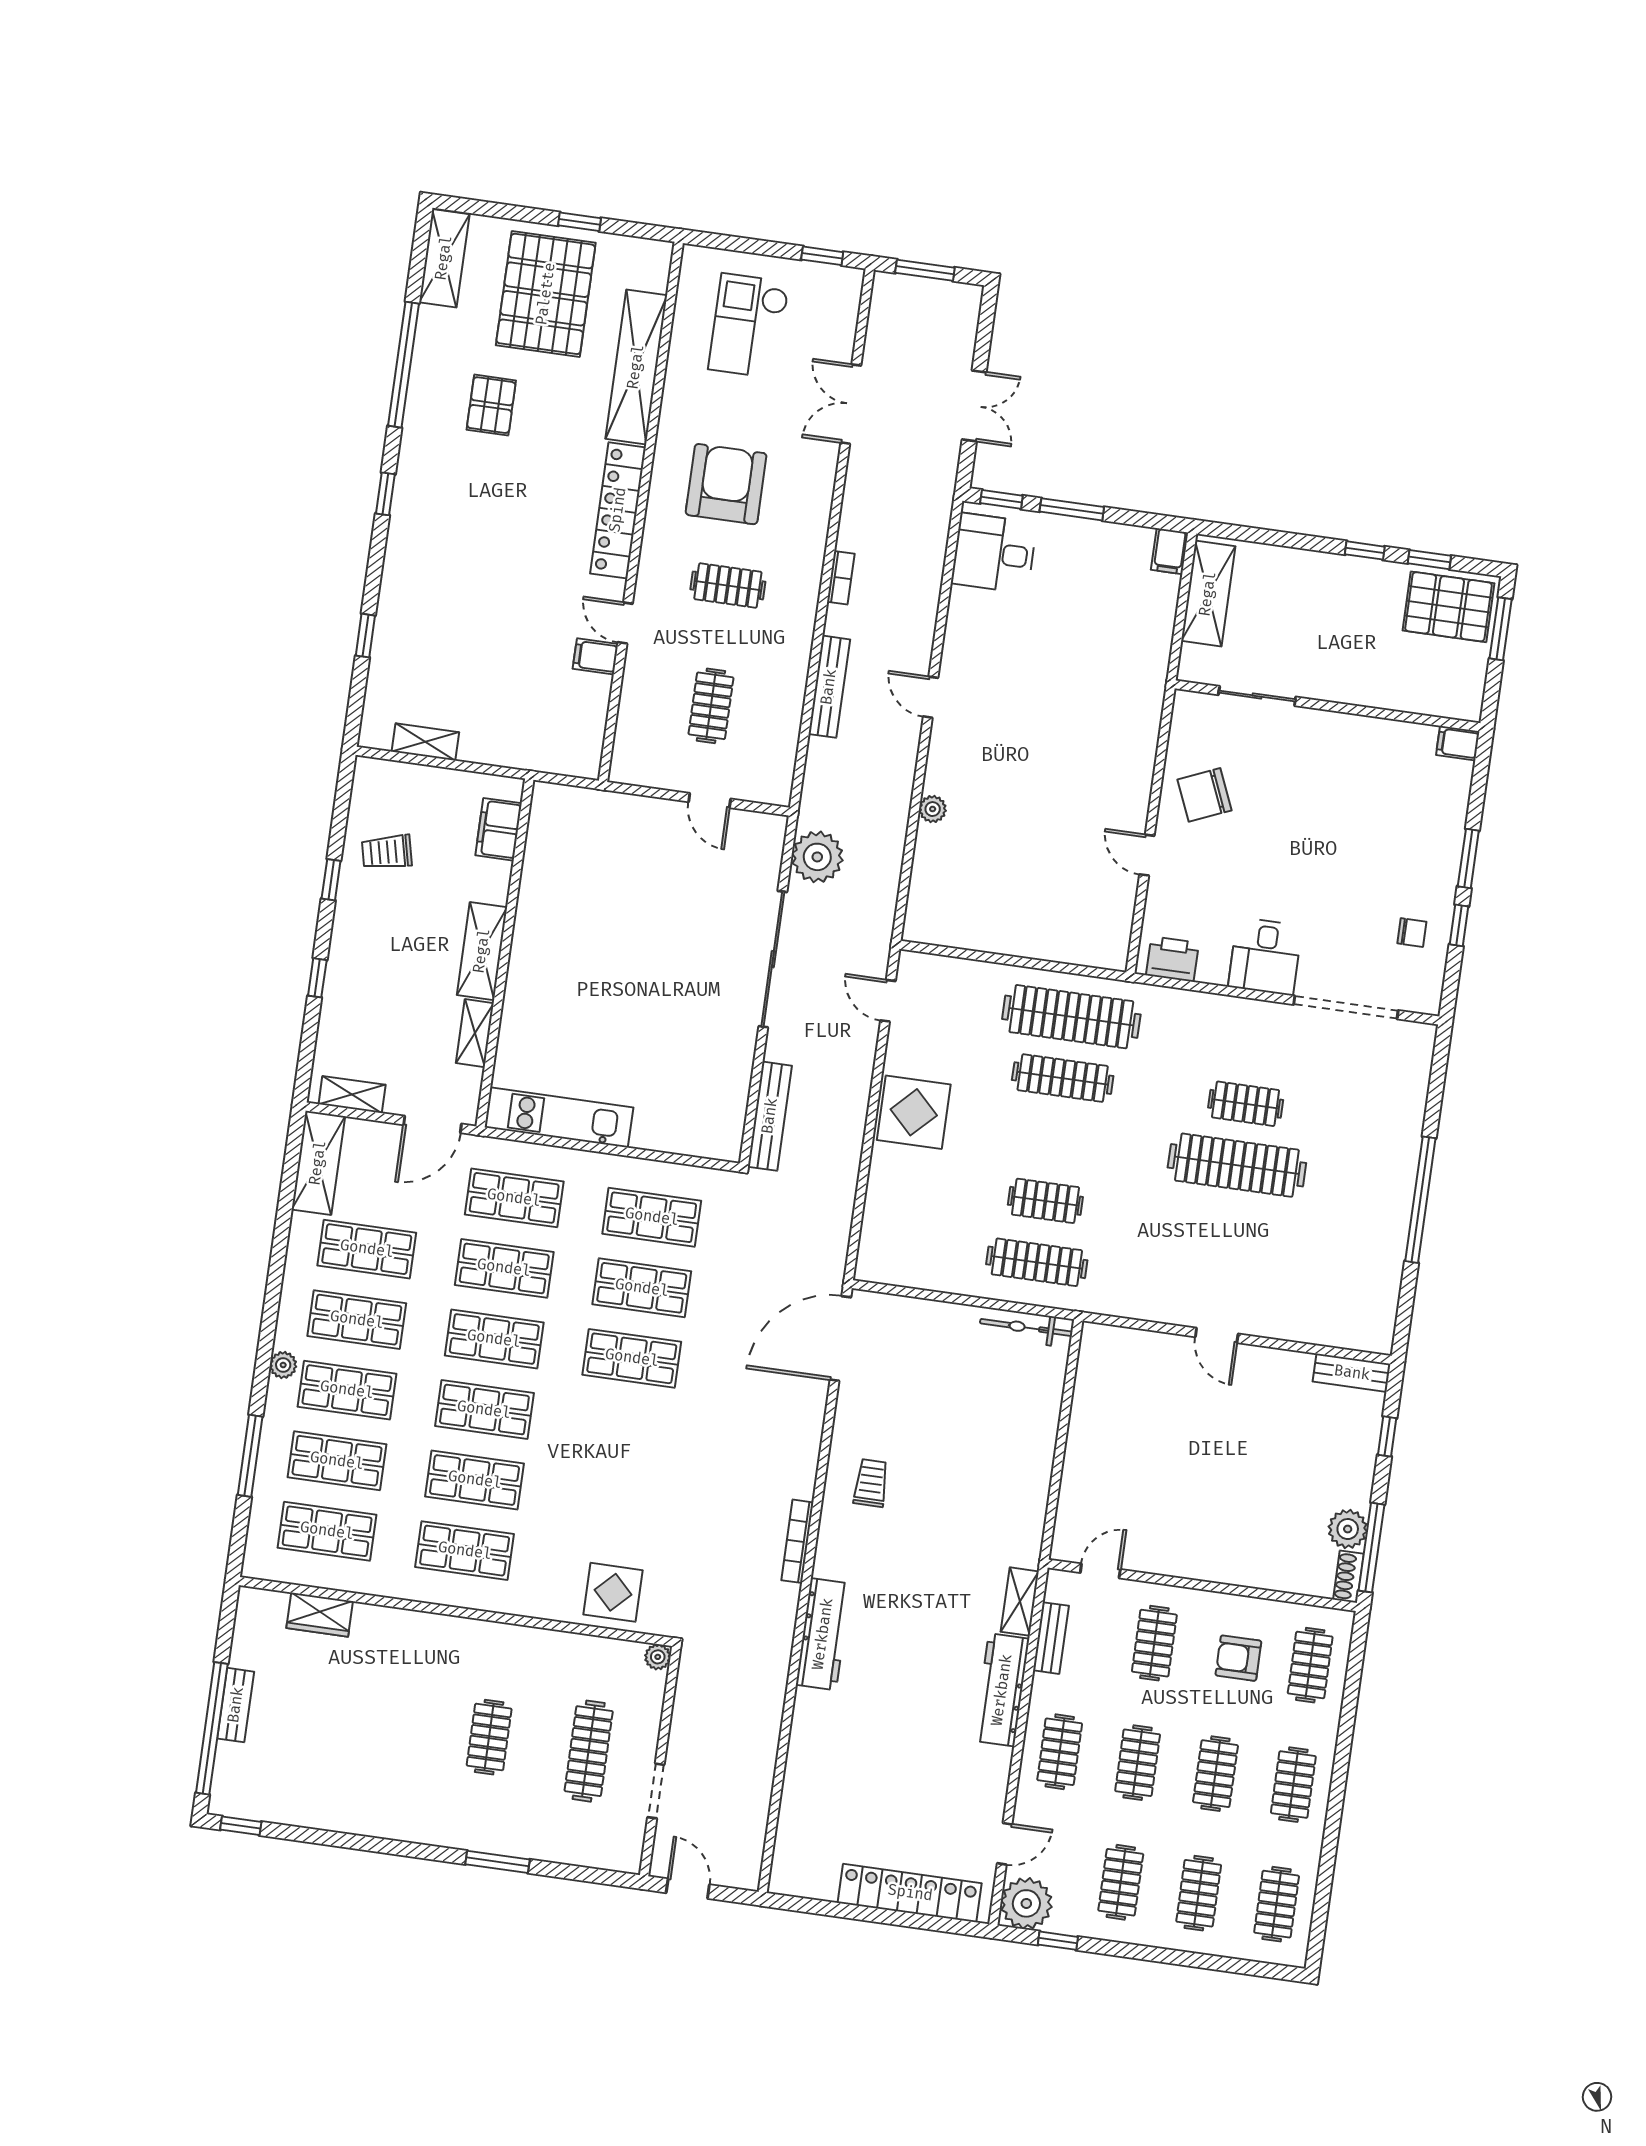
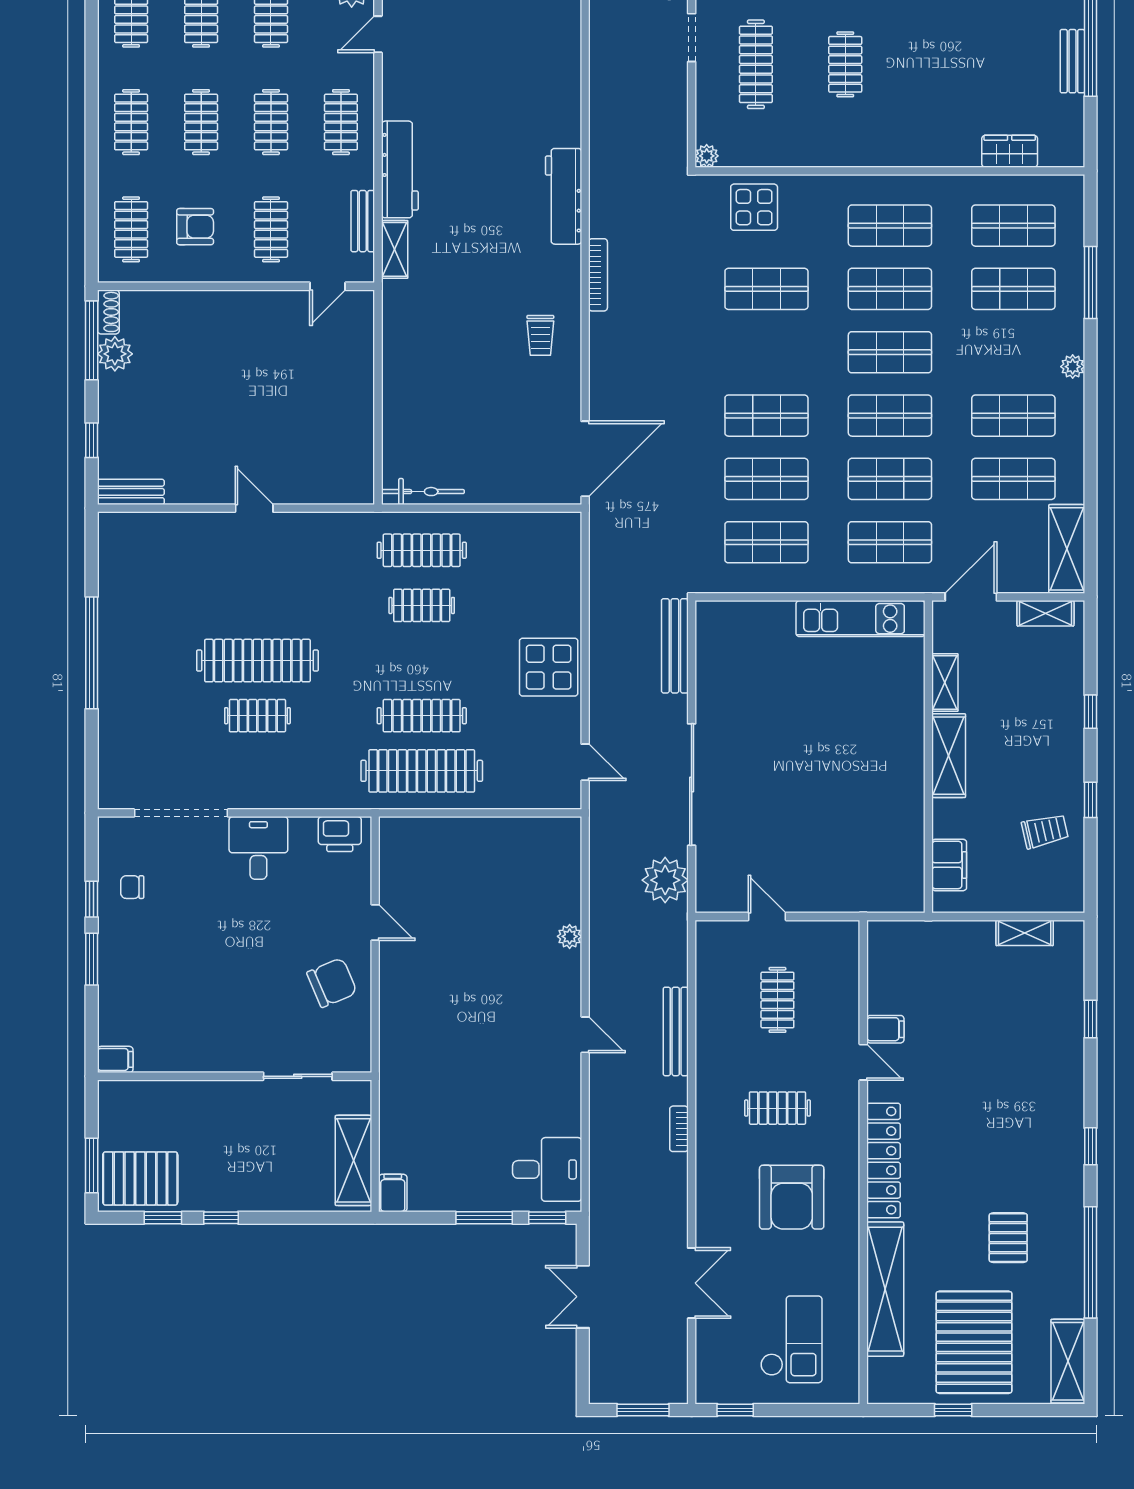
shop shelf: (347, 1390) -> (766, 289), moved

